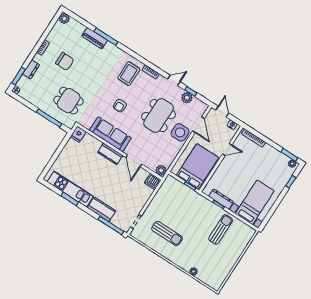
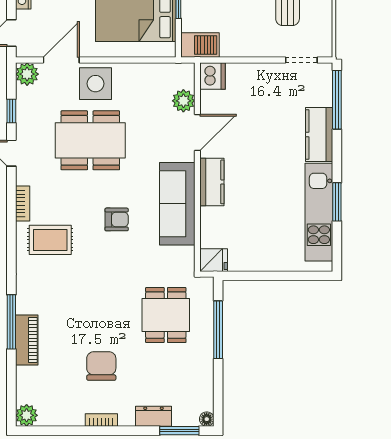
plant: (187, 98) -> (27, 74), moved
plant: (161, 170) -> (183, 101), moved
barbecue: (168, 184) -> (200, 45), added

